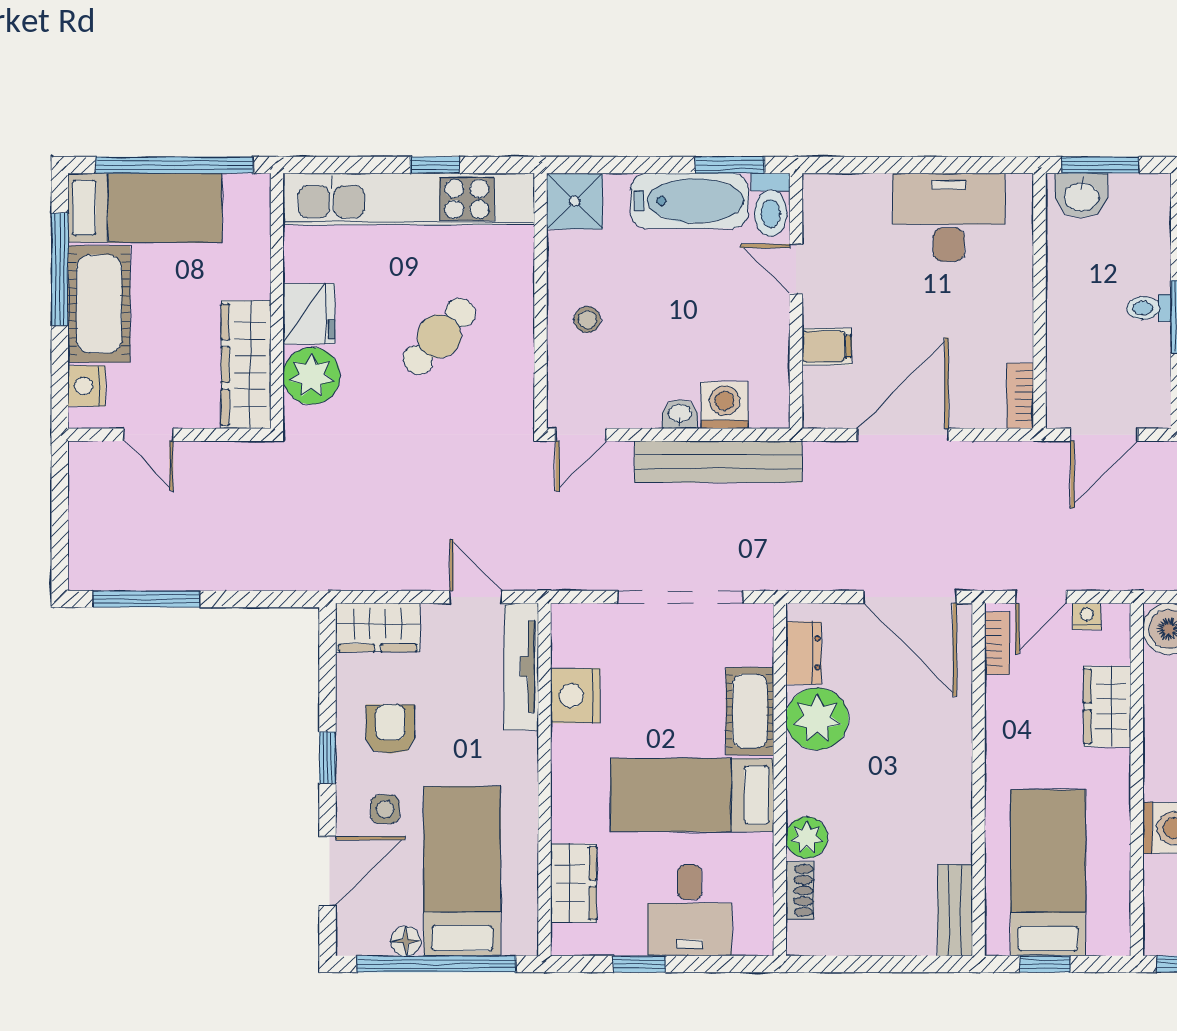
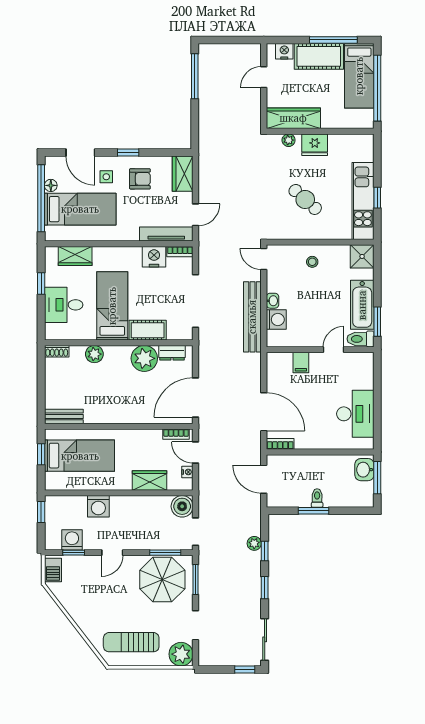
kitchen unit: (409, 199) -> (363, 201), width x0.73
plant: (312, 376) -> (289, 140), width x0.53, depth x0.53
door: (903, 435) -> (264, 412), moved
bookcase: (563, 634) -> (180, 252), added
shoe rack: (800, 891) -> (57, 351), moved

